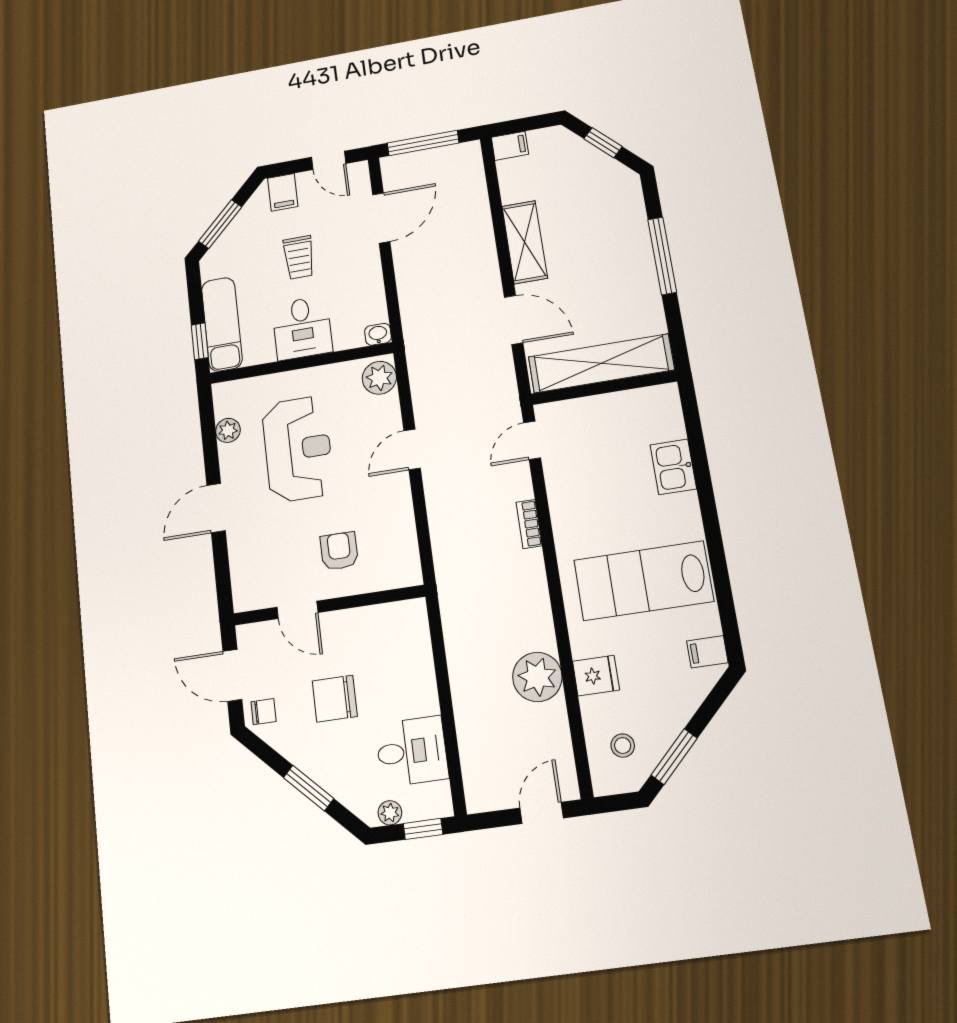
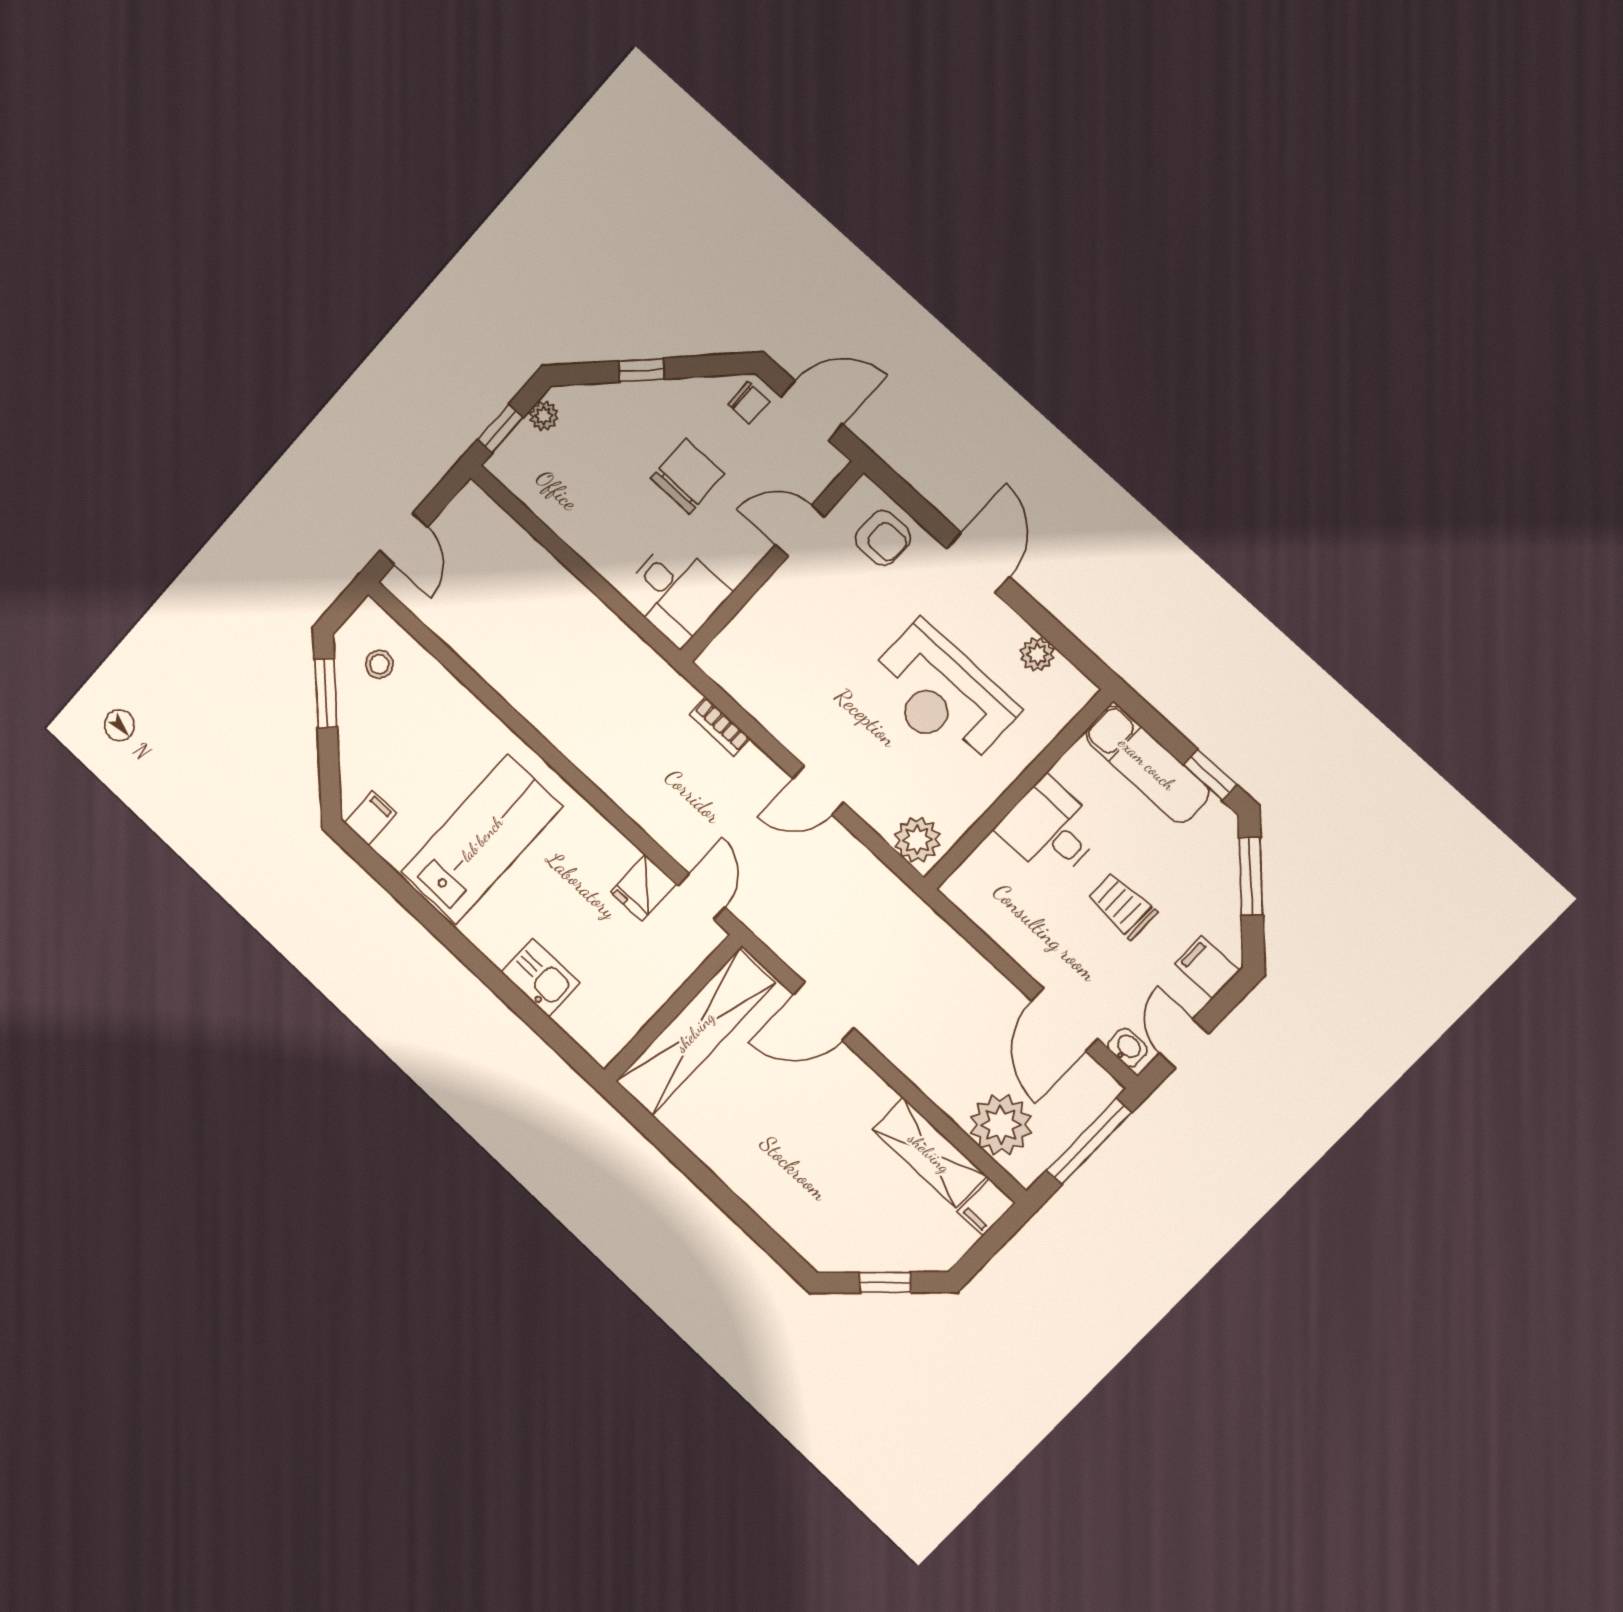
door: (329, 160) -> (1184, 1043), hinge flipped
shelving: (525, 242) -> (929, 1153), moved
window: (662, 256) -> (723, 1197), removed
washbasin: (378, 334) -> (1127, 1048), moved, turned -90
window: (200, 341) -> (1210, 775), moved
door: (412, 449) -> (818, 790), swing flipped
bookcase: (529, 524) -> (720, 726), moved, turned 180
armchair: (339, 551) -> (883, 538), moved
fridge: (596, 676) -> (643, 888), moved
plant: (537, 677) -> (1001, 1125), moved
chair: (264, 712) -> (749, 403), turned -90
desk: (412, 751) -> (676, 593), moved, turned -90
window: (309, 788) -> (641, 370), width x0.67

